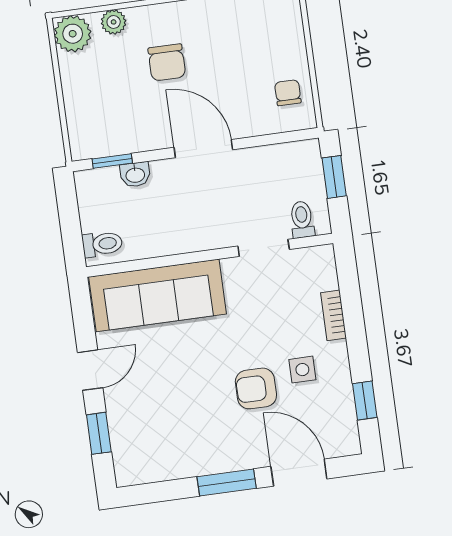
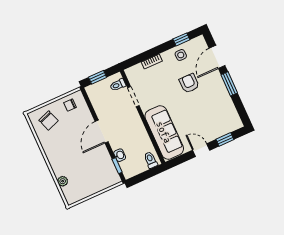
plant: (73, 34) -> (72, 196), removed
chair: (167, 62) -> (49, 120), moved, turned 70
side table: (302, 370) -> (181, 55), moved
armchair: (256, 388) -> (189, 83), turned 180

